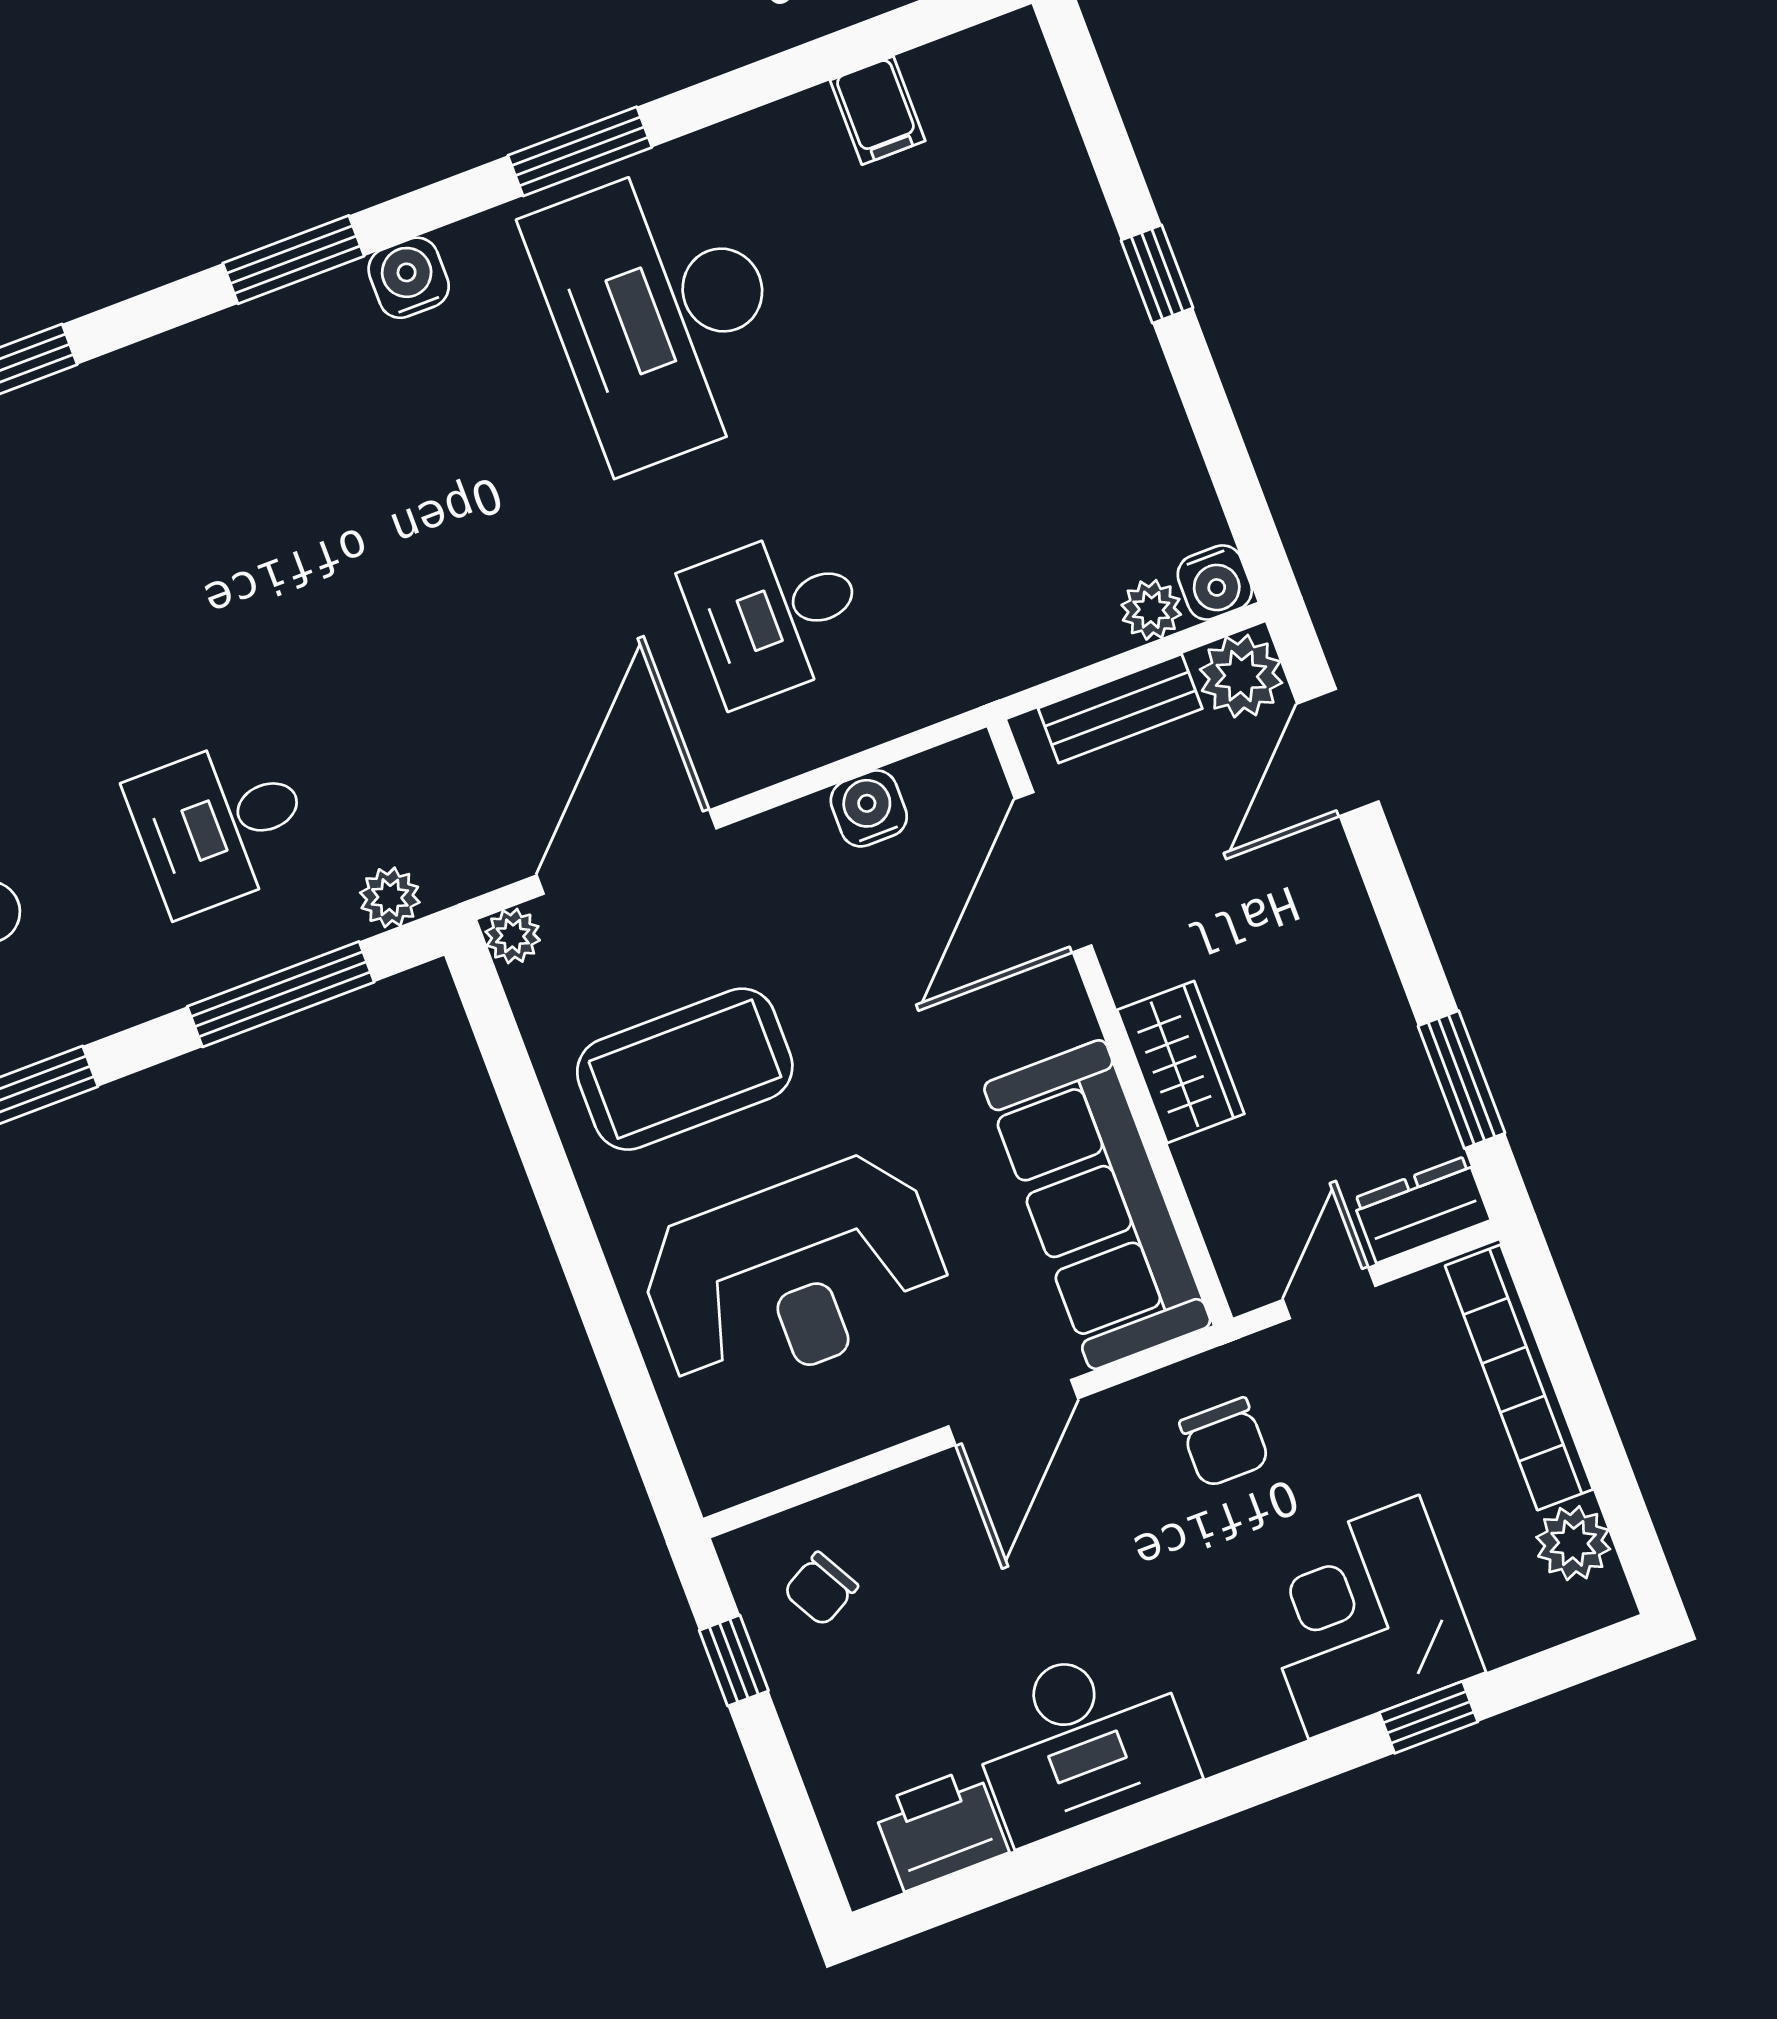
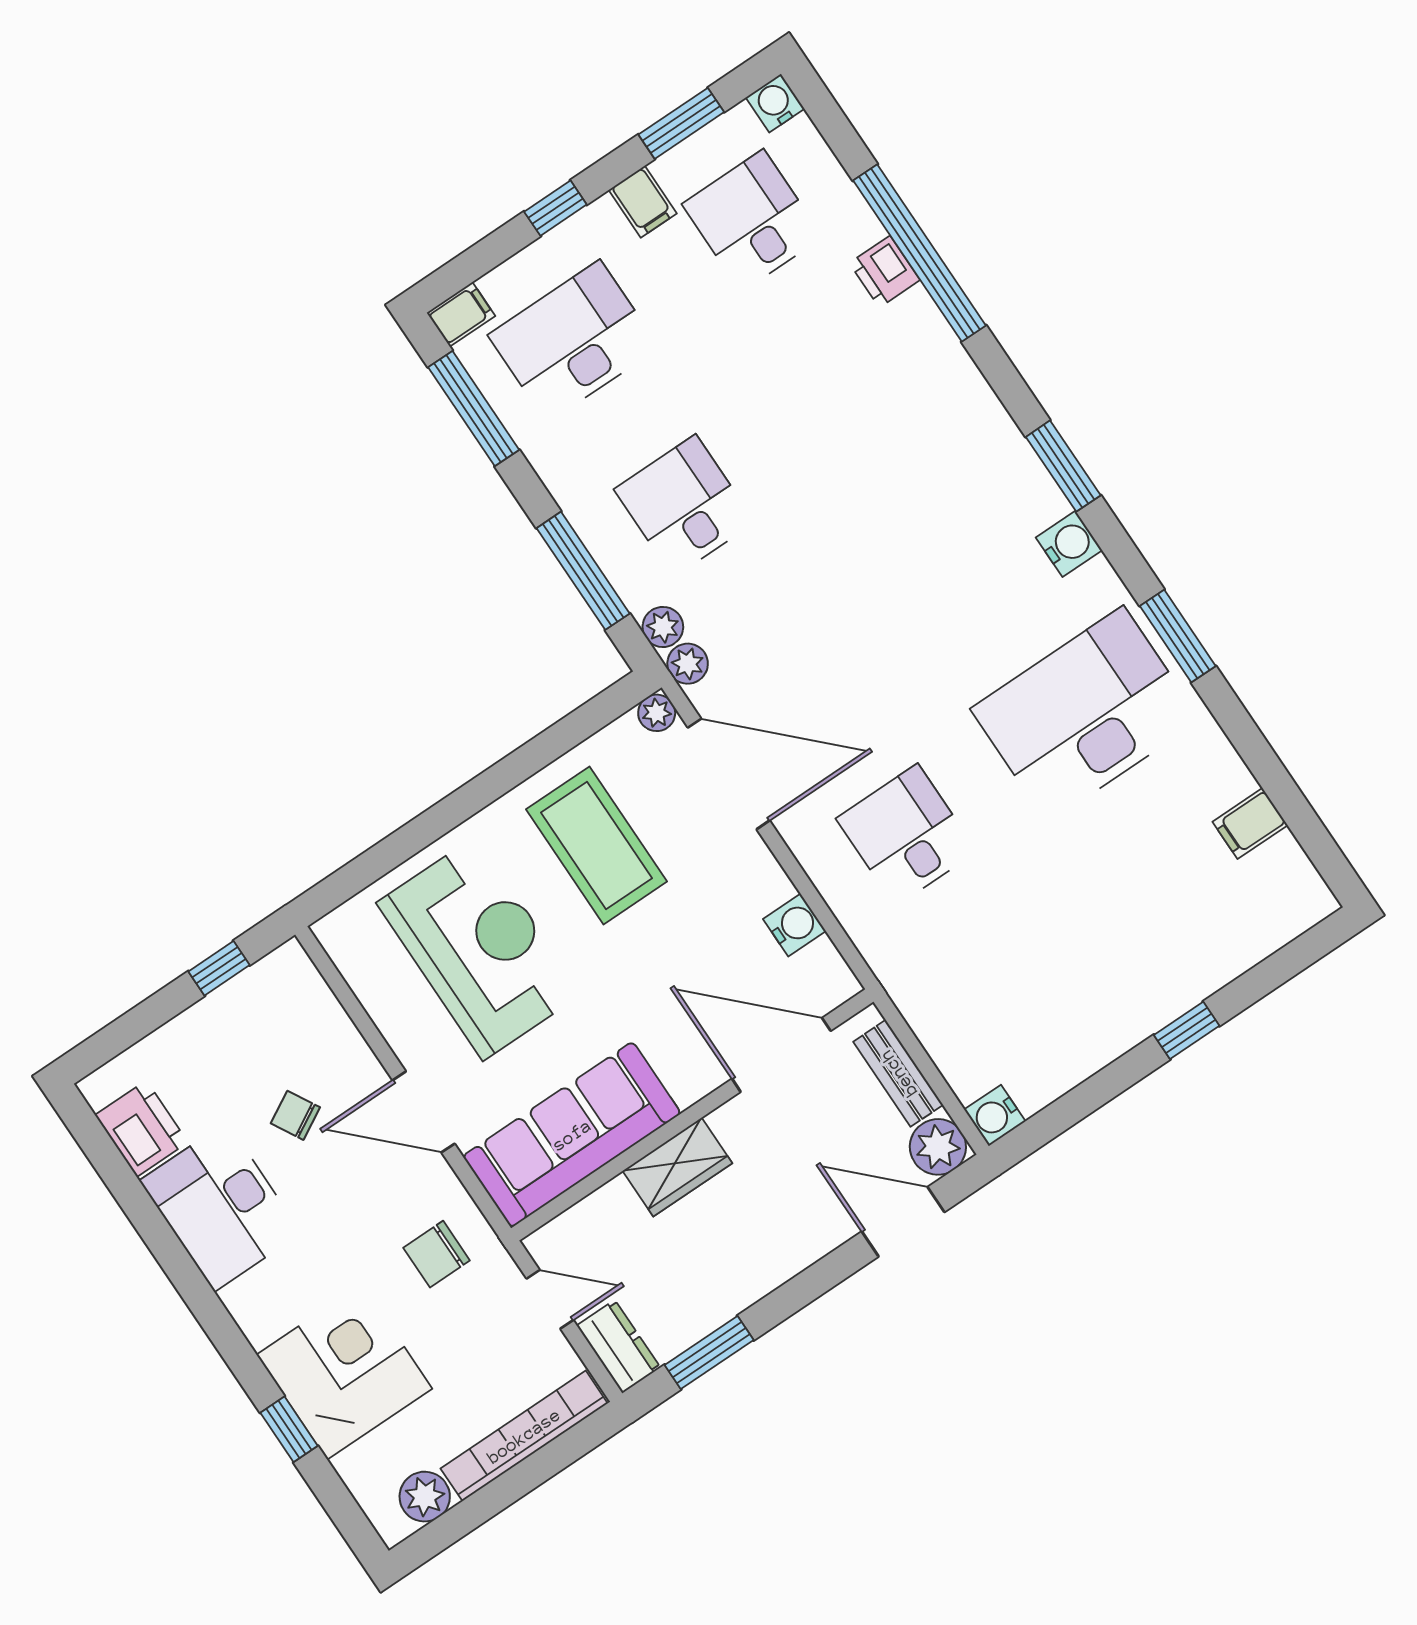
plant: (1151, 610) -> (688, 664), moved
reception desk: (795, 1275) -> (479, 948), turned 180
chair: (821, 1589) -> (295, 1115), moved

